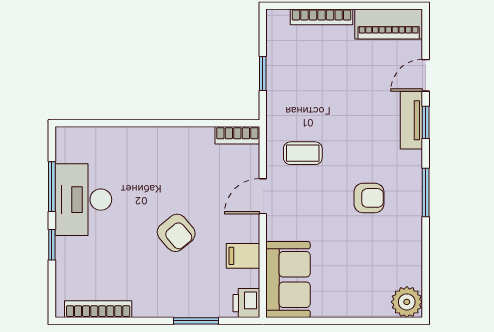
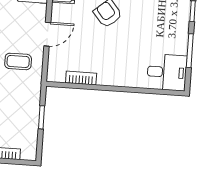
bookcase: (237, 135) -> (81, 78), moved
desk: (83, 200) -> (167, 72), moved, width x0.73

